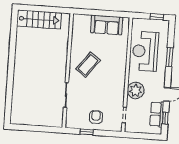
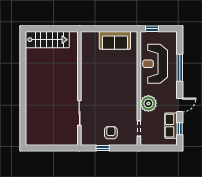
window: (157, 17) -> (152, 29), moved
window: (169, 57) -> (180, 68), width x1.44
coffee table: (88, 65) -> (99, 81), removed

